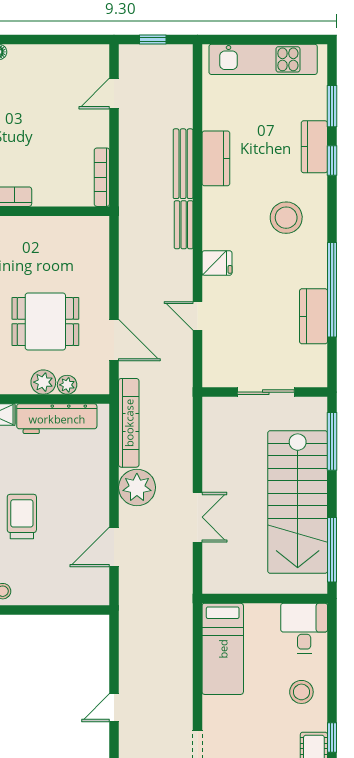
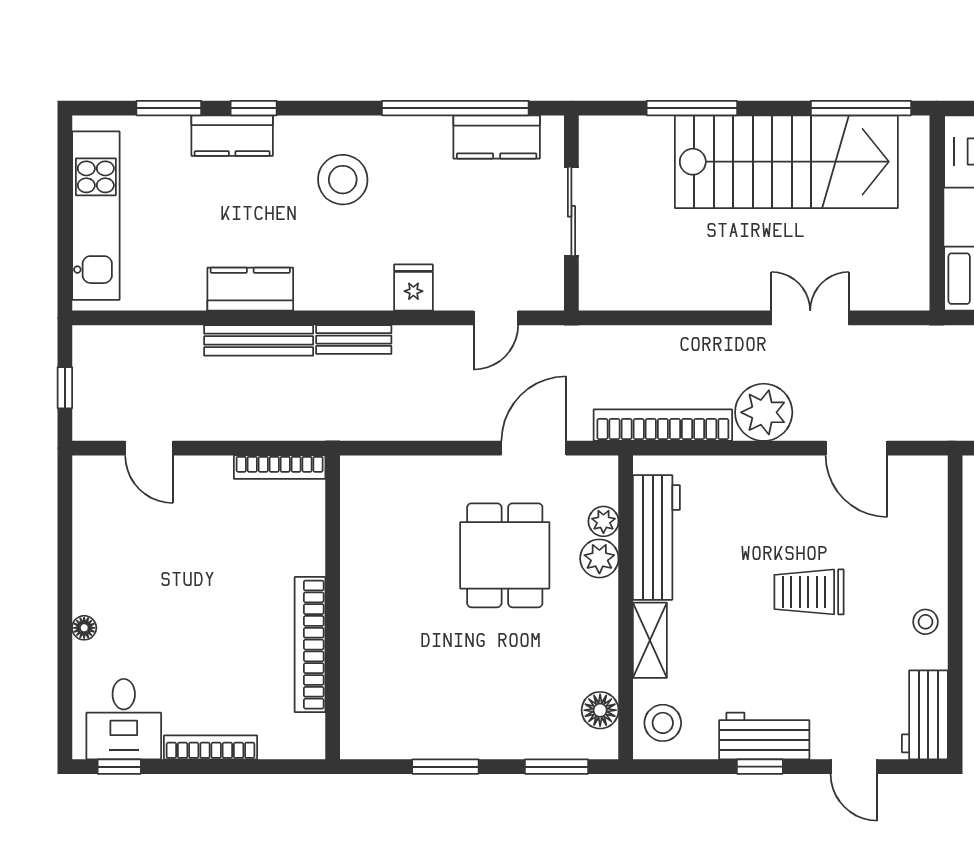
wall: (265, 392) -> (571, 213), moved
sliding door: (266, 392) -> (571, 211), moved

